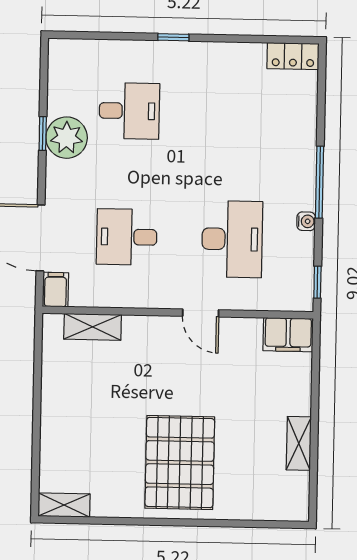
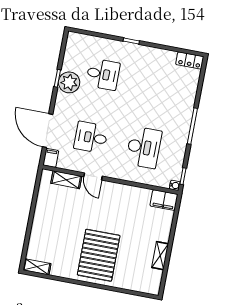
water cooler: (306, 221) -> (175, 185), moved
door: (201, 313) -> (93, 176), moved

